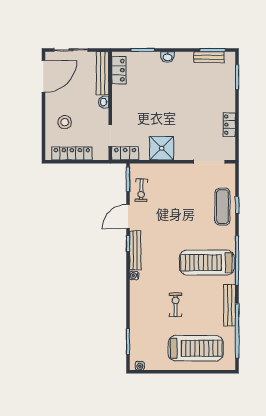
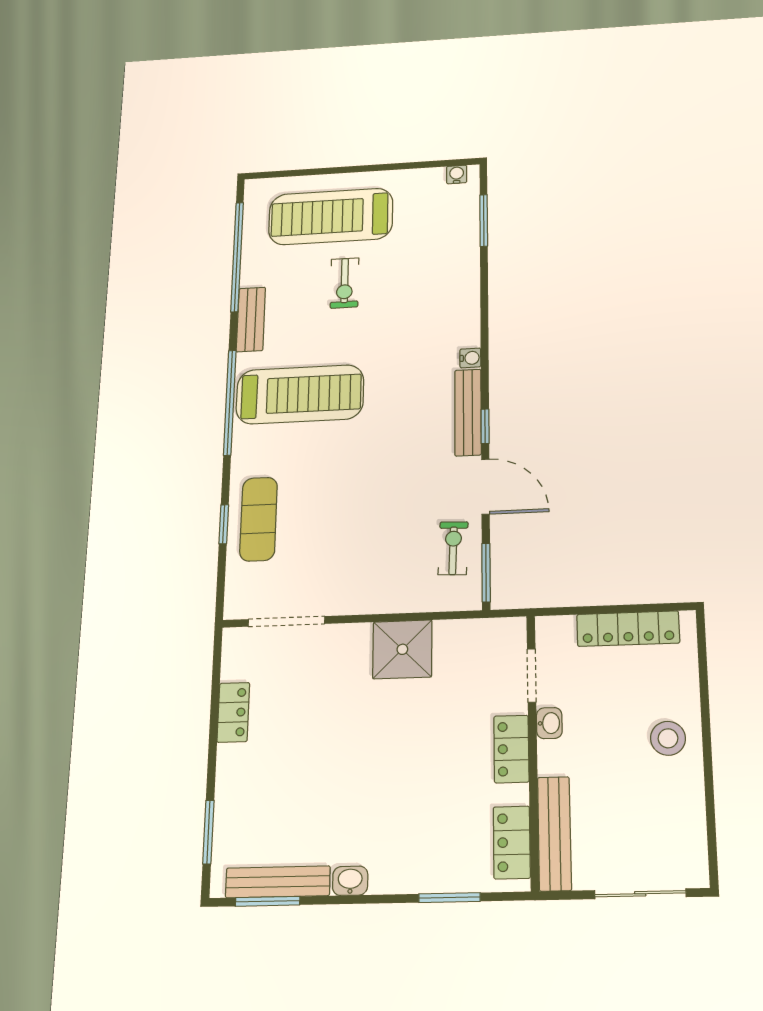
washbasin: (168, 57) -> (350, 881), moved
bench: (209, 57) -> (278, 882), width x1.36
door: (43, 76) -> (711, 821), removed
washbasin: (104, 102) -> (549, 723), moved
stool: (65, 122) -> (668, 738), moved
locker: (125, 153) -> (511, 749), moved, turned 90
door: (128, 217) -> (485, 487), hinge flipped
exercise bike: (176, 305) -> (345, 283), moved
bench: (230, 305) -> (251, 319), width x0.73

